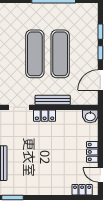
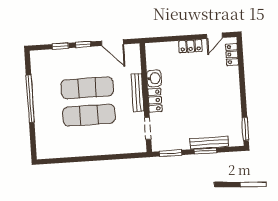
washbasin: (90, 116) -> (154, 78), moved

